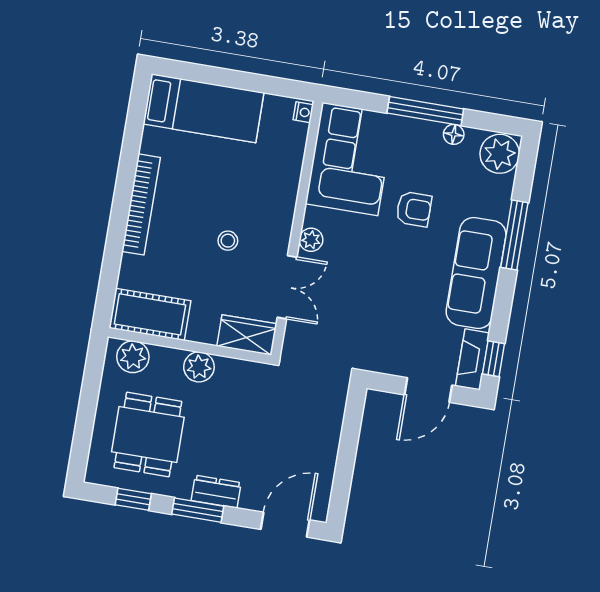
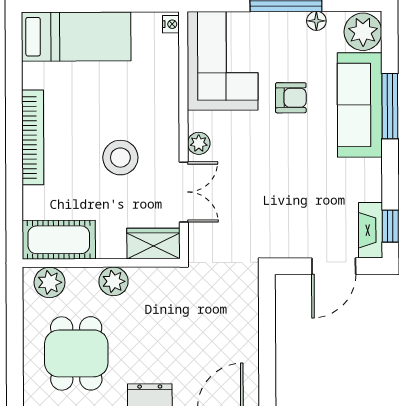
stool: (228, 241) -> (120, 158), width x1.89, depth x1.89
sofa: (476, 273) -> (360, 105), moved

